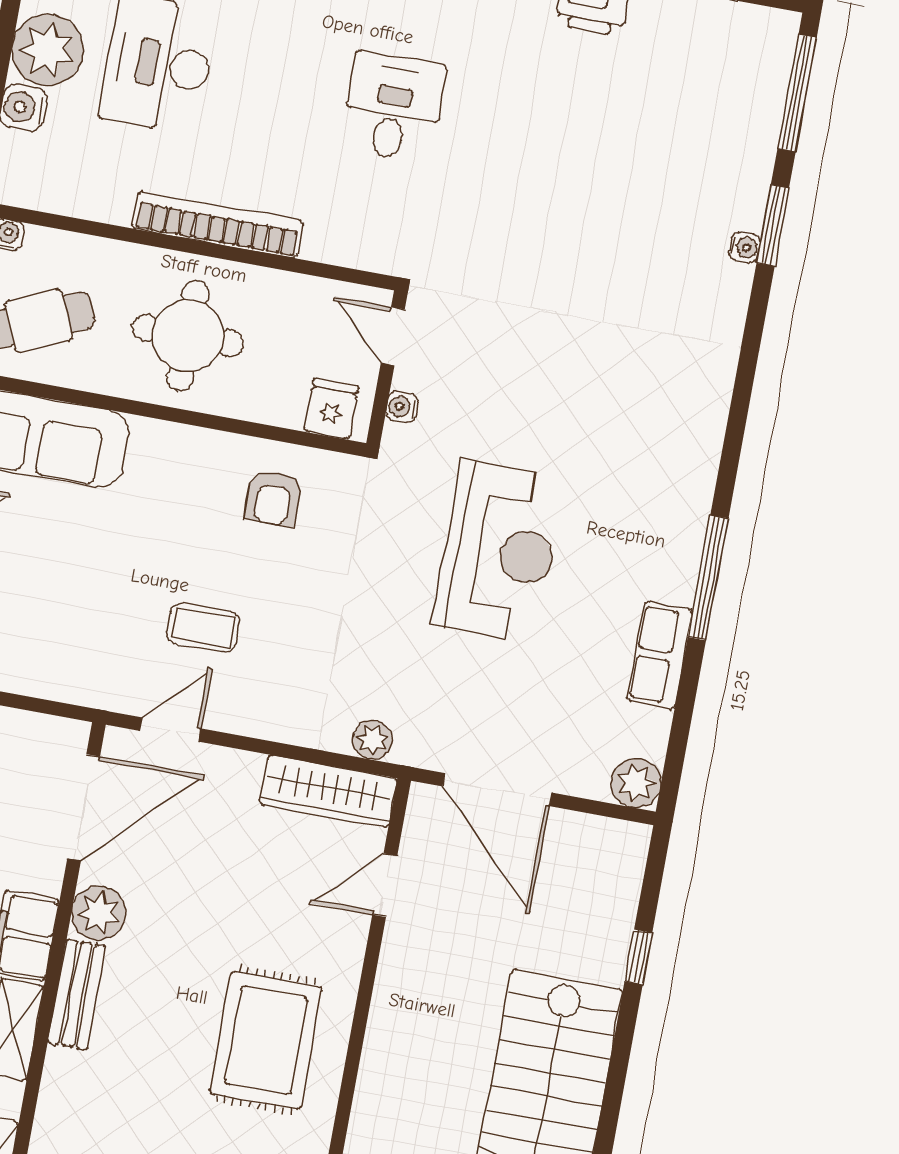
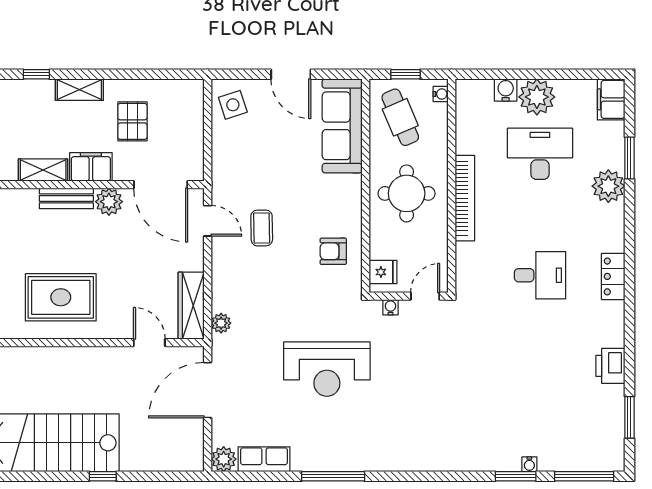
water cooler: (745, 247) -> (529, 464), moved
row of seats: (660, 655) -> (264, 459), moved
window: (638, 957) -> (103, 476), moved

